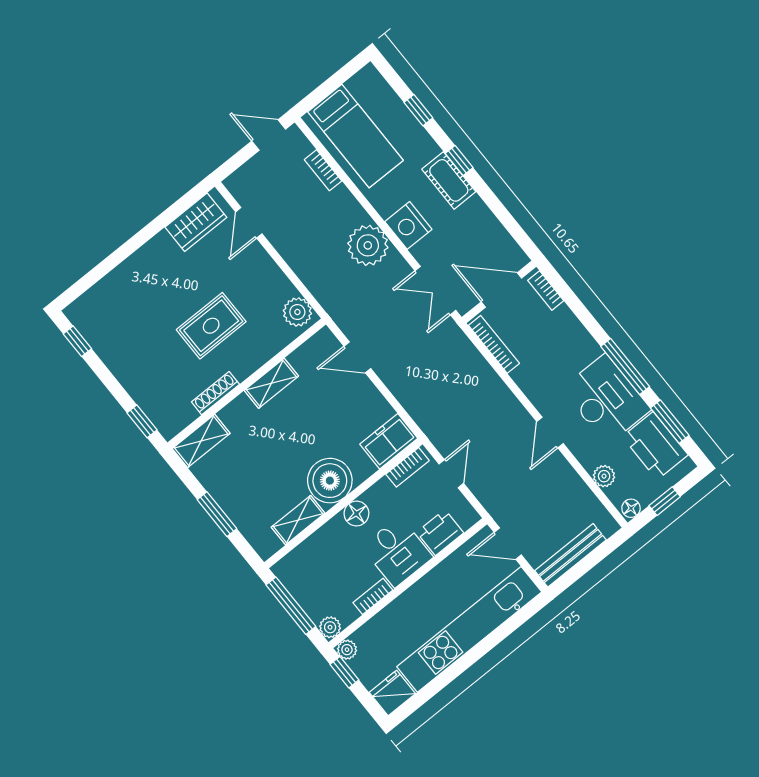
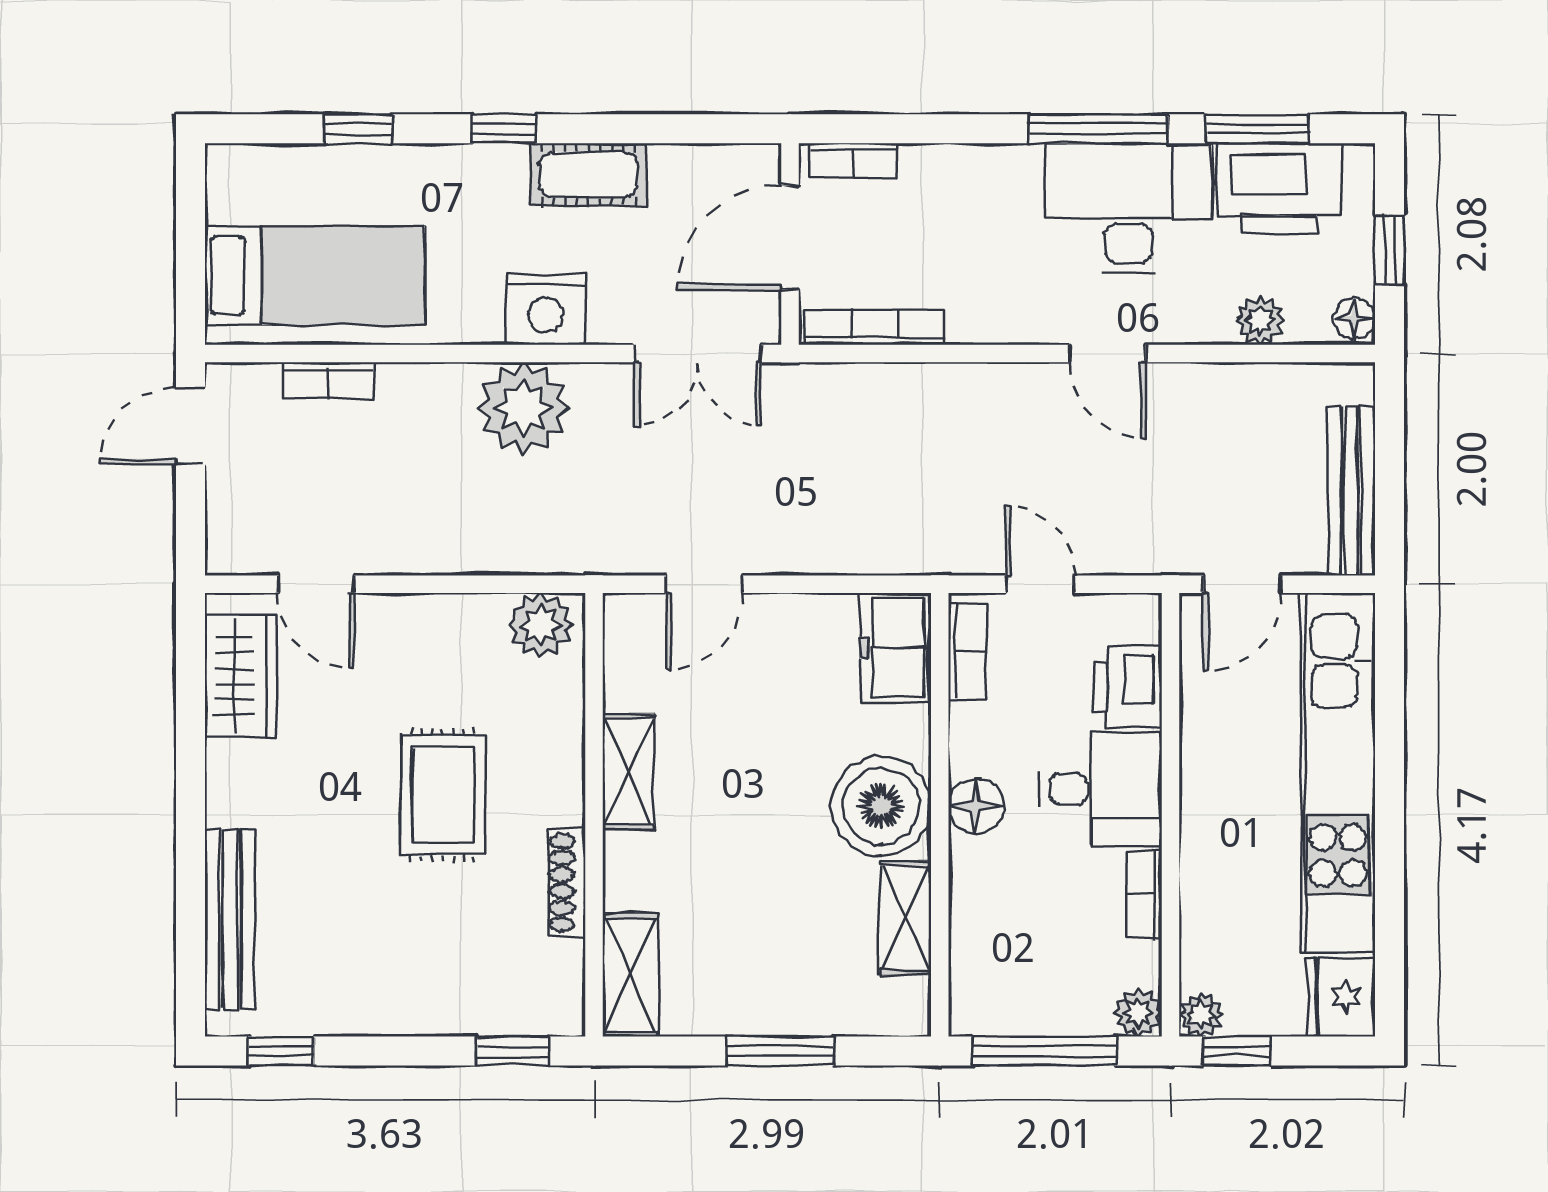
cot: (449, 180) -> (588, 175), moved
bench: (109, 287) -> (230, 919), added

